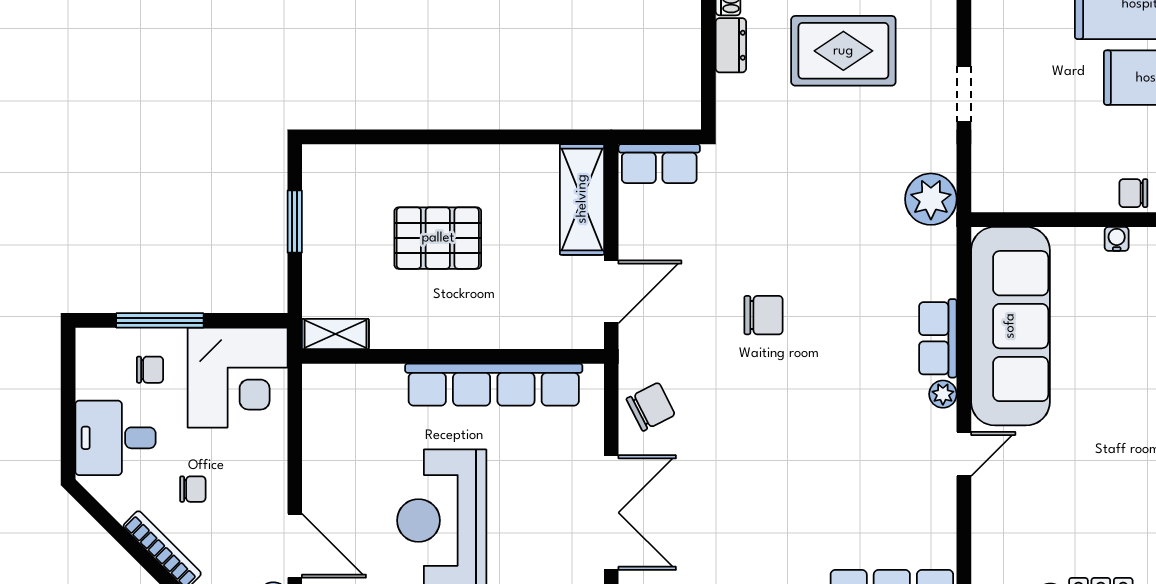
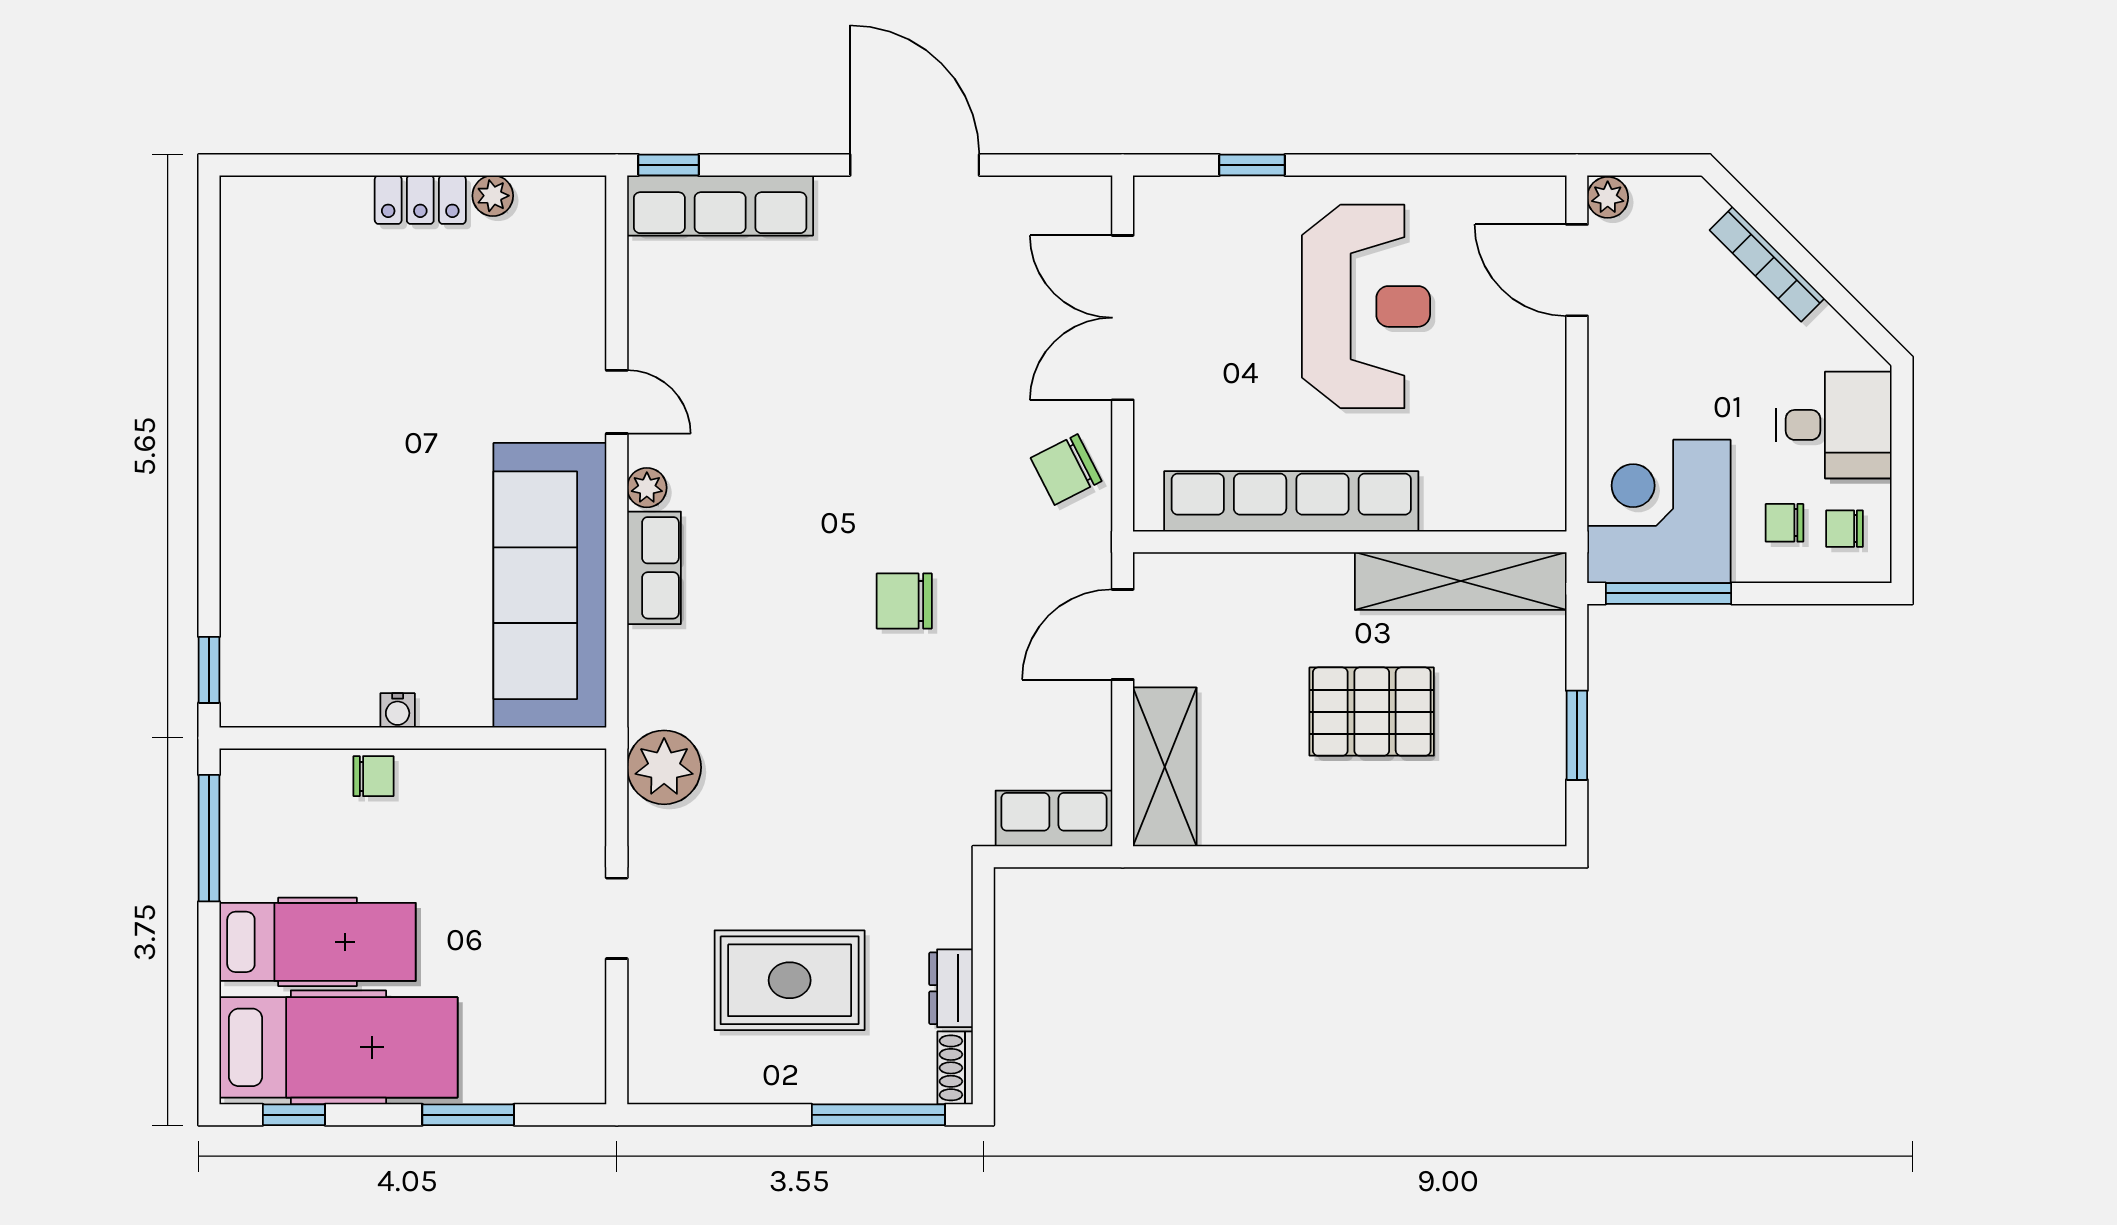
window: (160, 320) -> (1668, 593), moved
shelving: (335, 334) -> (1461, 581), width x2.20, depth x1.33
door: (964, 454) -> (617, 402), swing flipped
chair: (193, 489) -> (1845, 529), moved

